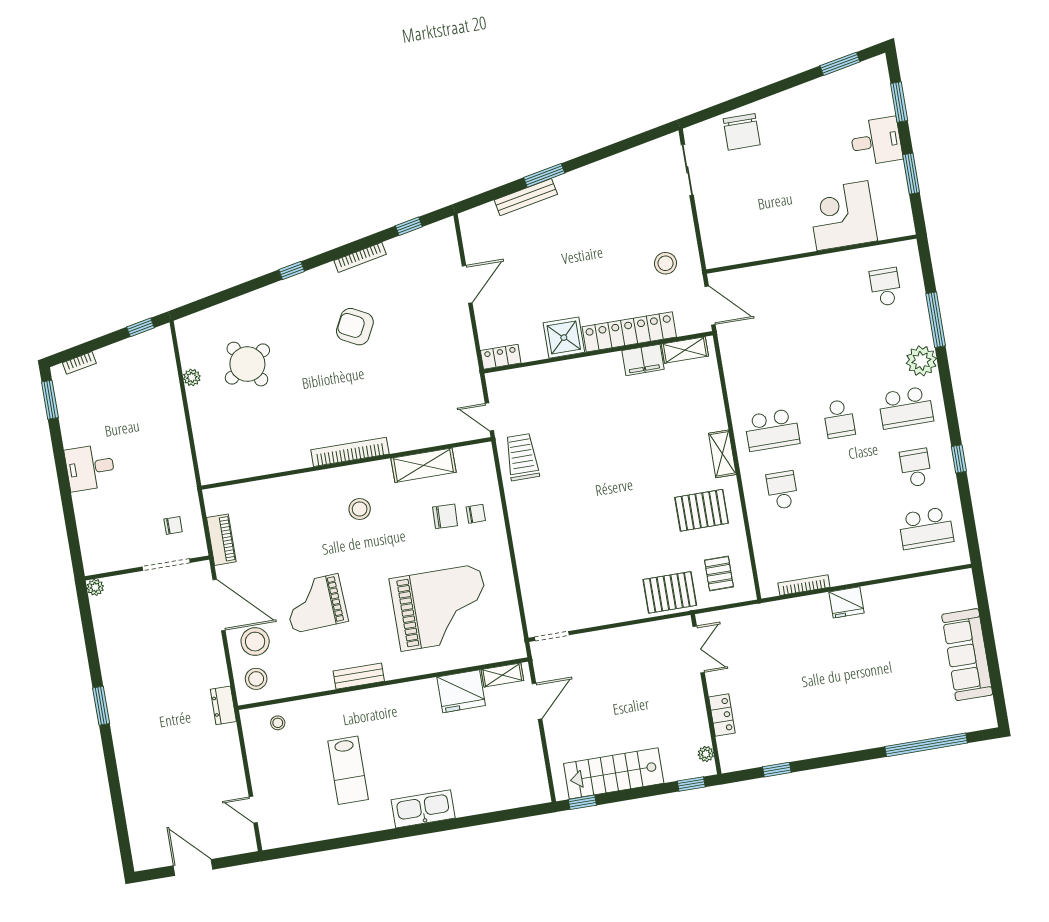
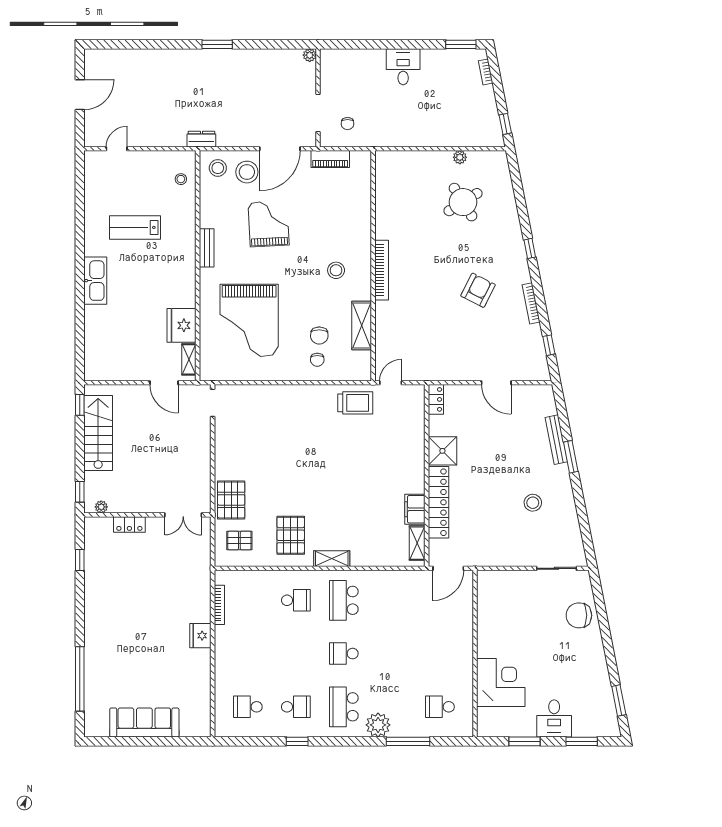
stool: (665, 263) -> (533, 503), moved
school desk: (886, 287) -> (440, 707), turned 180
school desk: (926, 528) -> (248, 707), width x0.54

